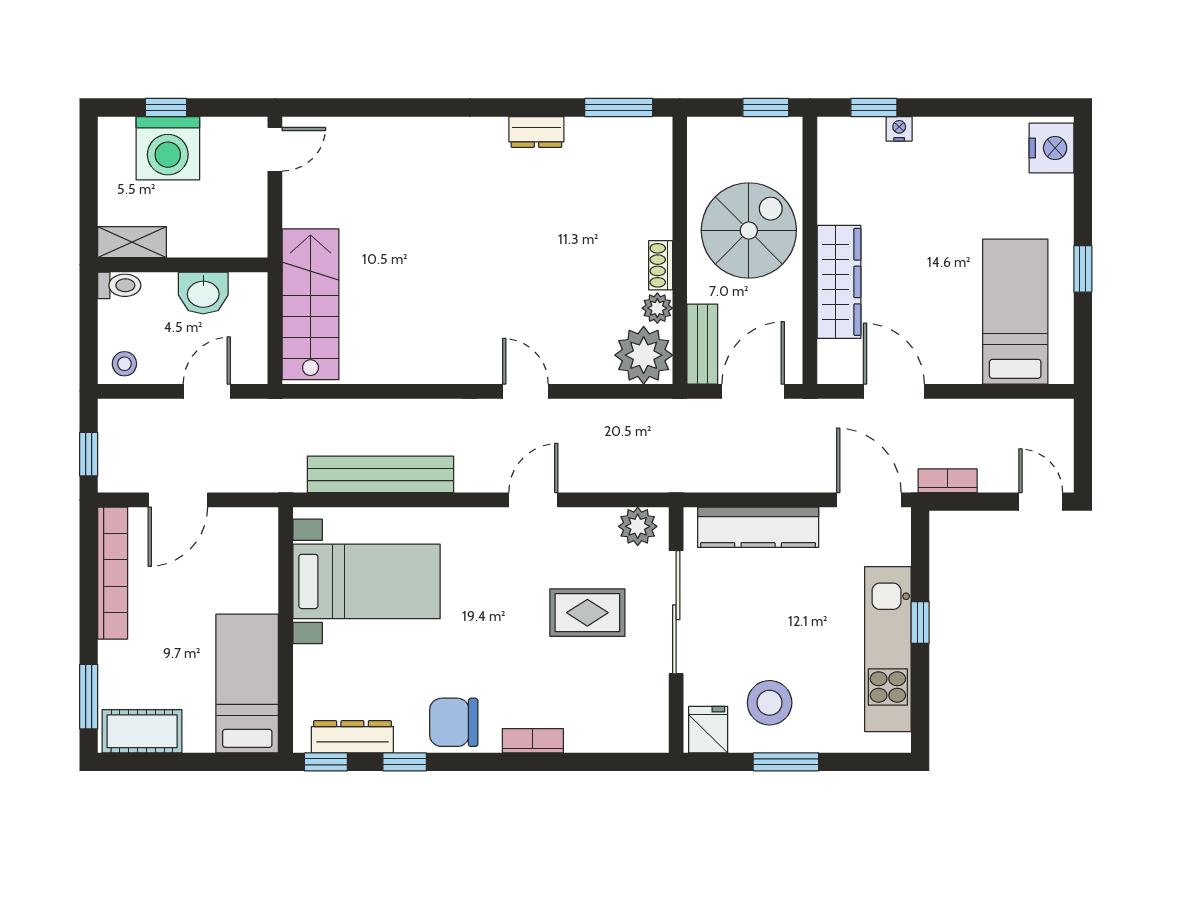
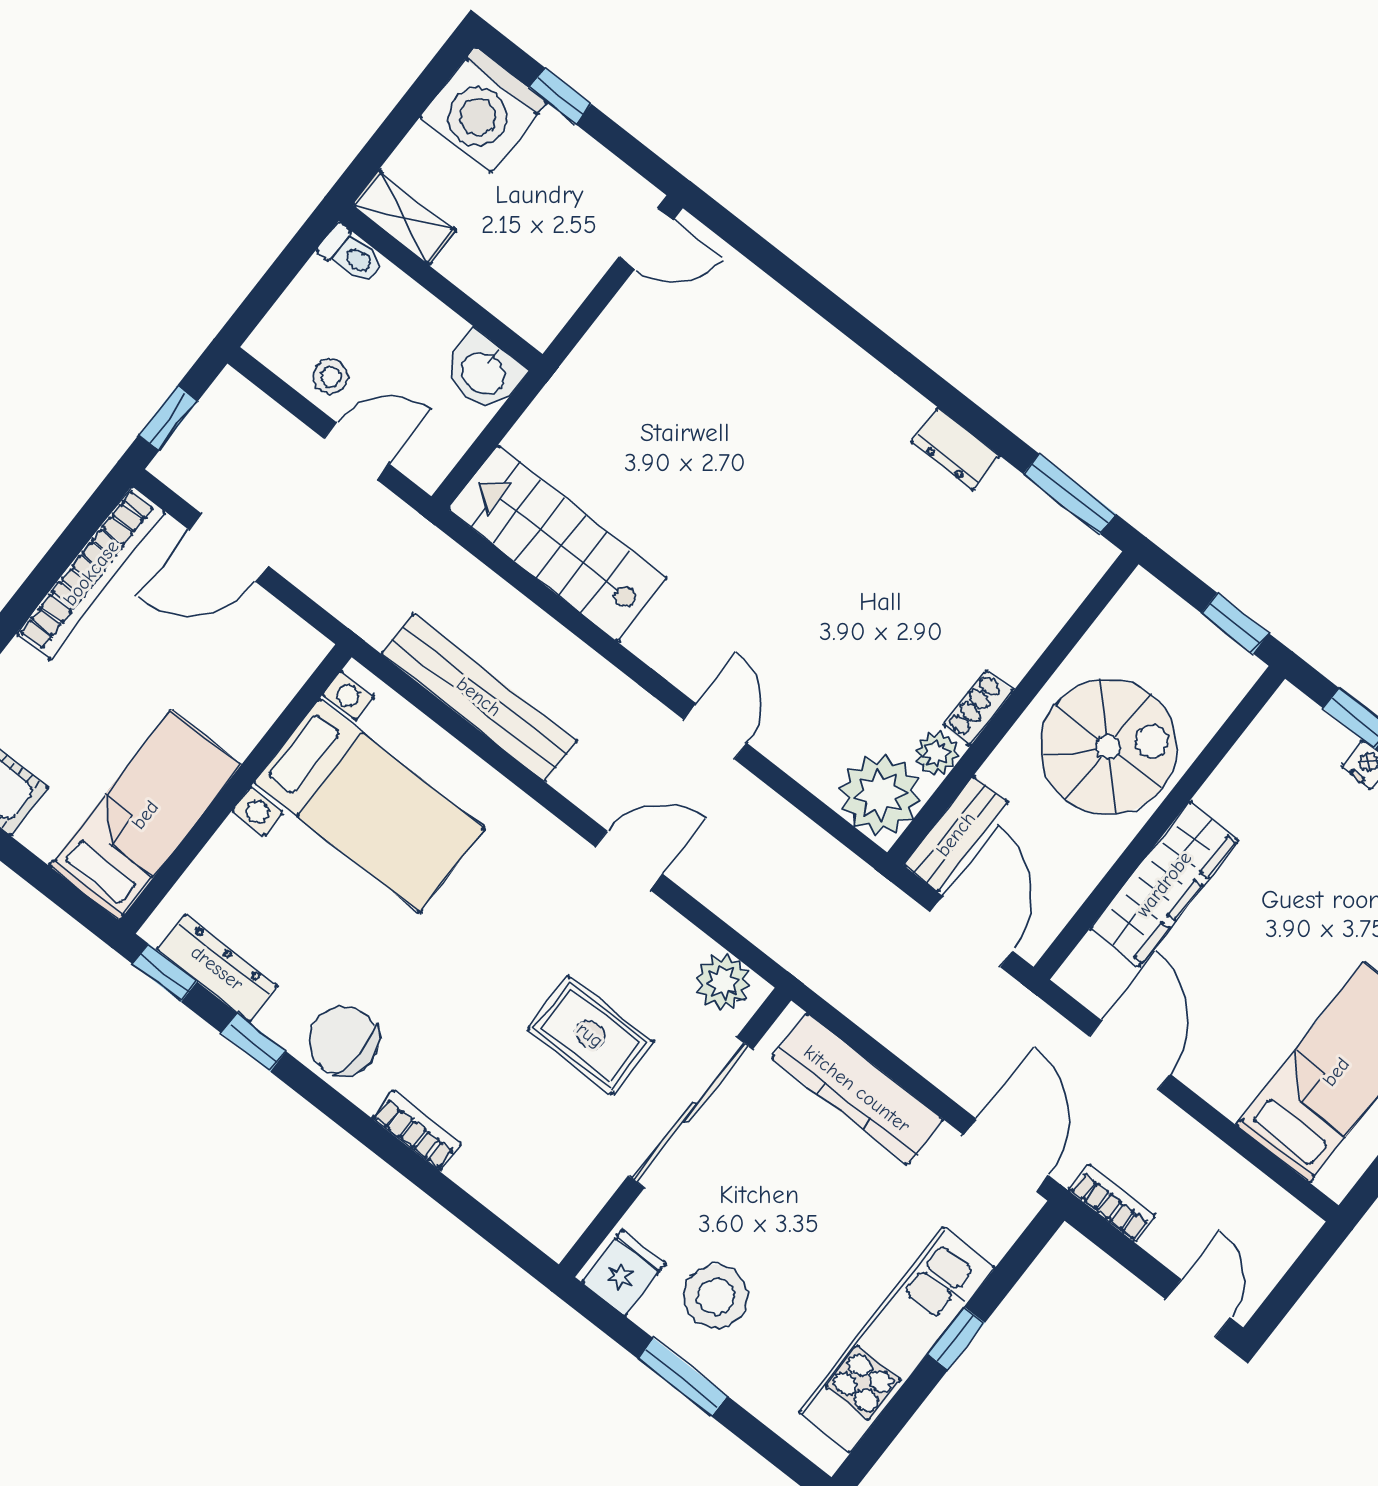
washing machine: (168, 148) -> (483, 110), moved
washbasin: (203, 293) -> (484, 372), moved
stairs: (310, 304) -> (557, 543), moved, turned -90
stool: (124, 364) -> (331, 377), moved
door: (753, 391) -> (971, 931), hinge flipped

